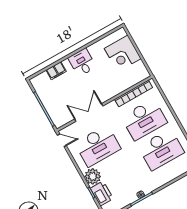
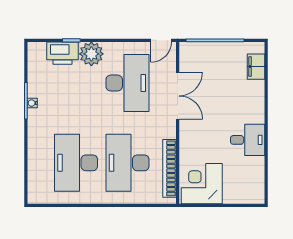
corner desk: (123, 53) -> (202, 184), moved
desk: (82, 62) -> (248, 140), moved
filing cabinet: (56, 71) -> (256, 67), moved
desk: (98, 146) -> (127, 83), turned 180

